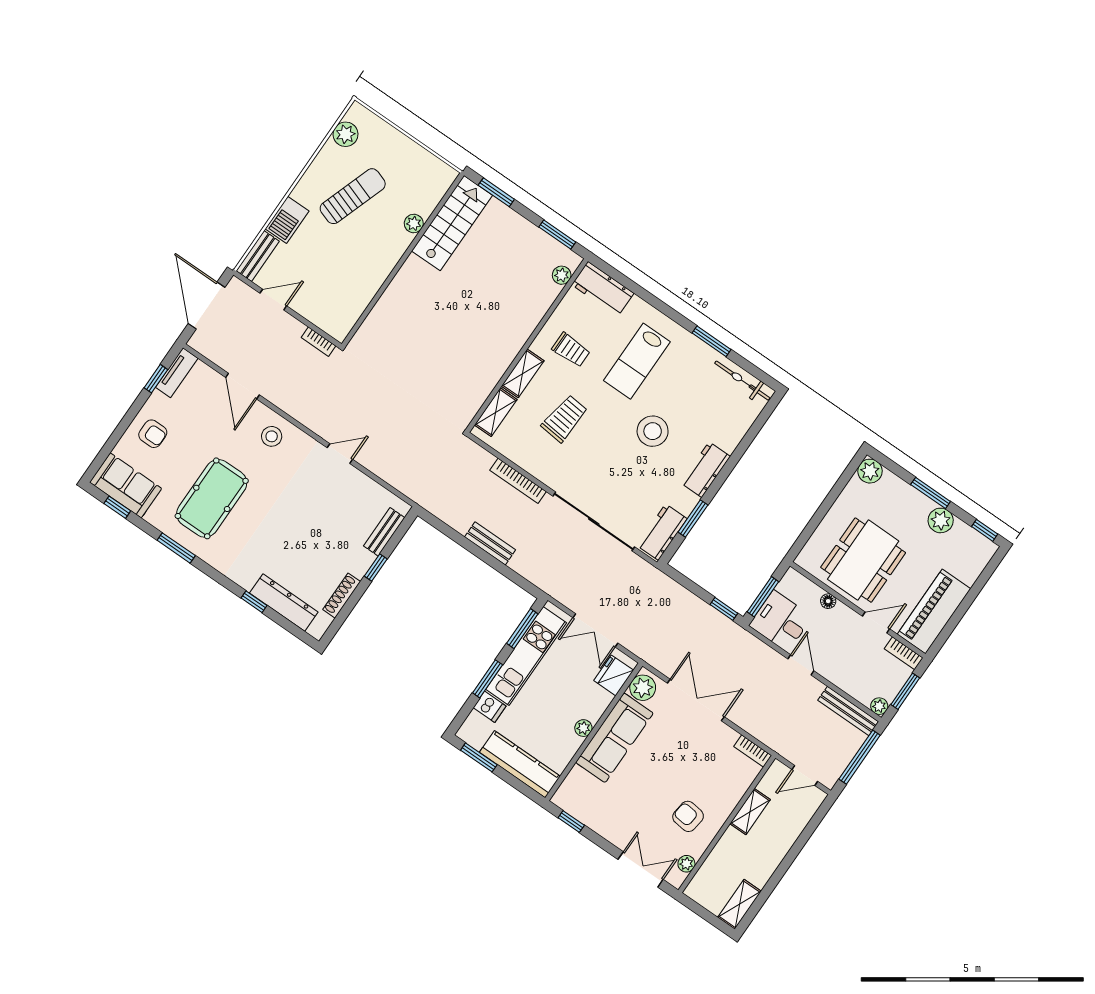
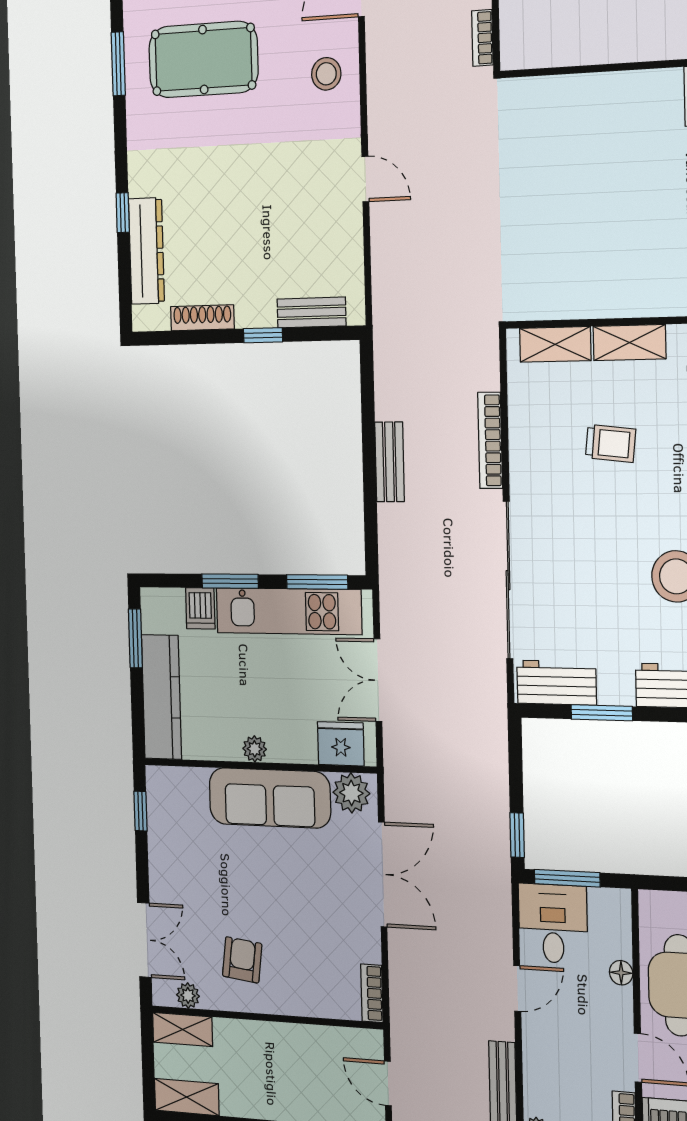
trolley: (564, 418) -> (611, 443), width x0.73, depth x0.72
shelving: (750, 812) -> (183, 1030), moved

